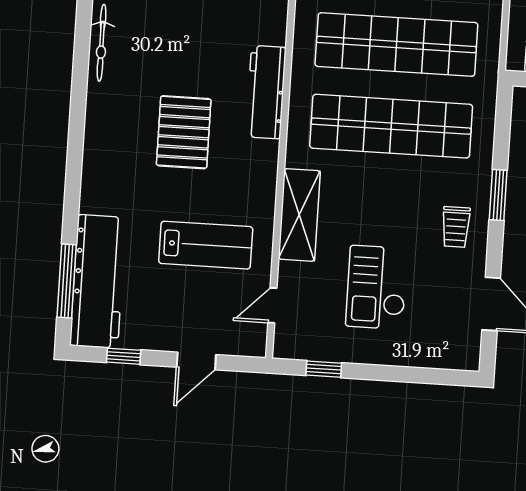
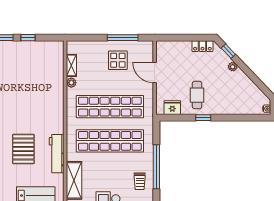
workbench: (266, 92) -> (57, 154), moved
window: (498, 195) -> (156, 167), width x2.11

